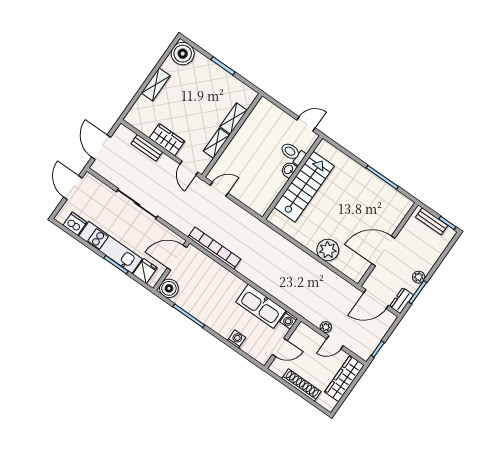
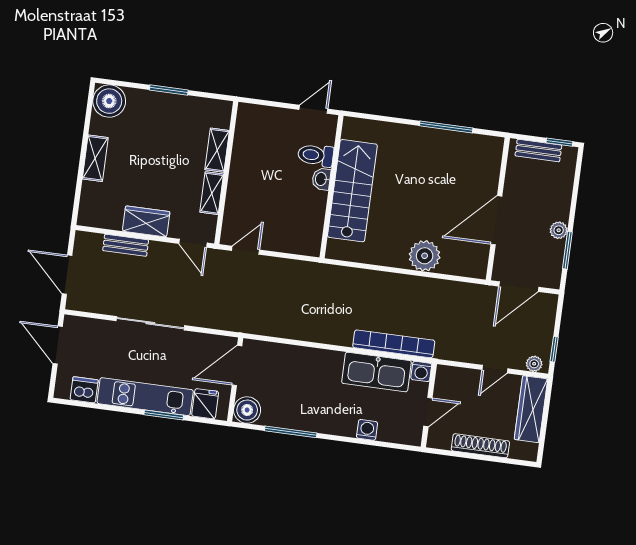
bookcase: (214, 248) -> (394, 344), moved
dresser: (402, 301) -> (552, 272), removed
plant: (326, 327) -> (534, 364), moved

